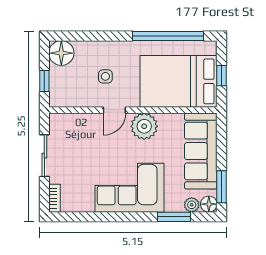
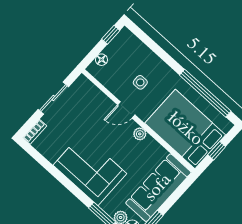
floor lamp: (61, 53) -> (101, 60), moved, width x0.53, depth x0.53
window: (44, 81) -> (111, 35), moved
plant: (144, 126) -> (140, 134), width x0.53, depth x0.53

